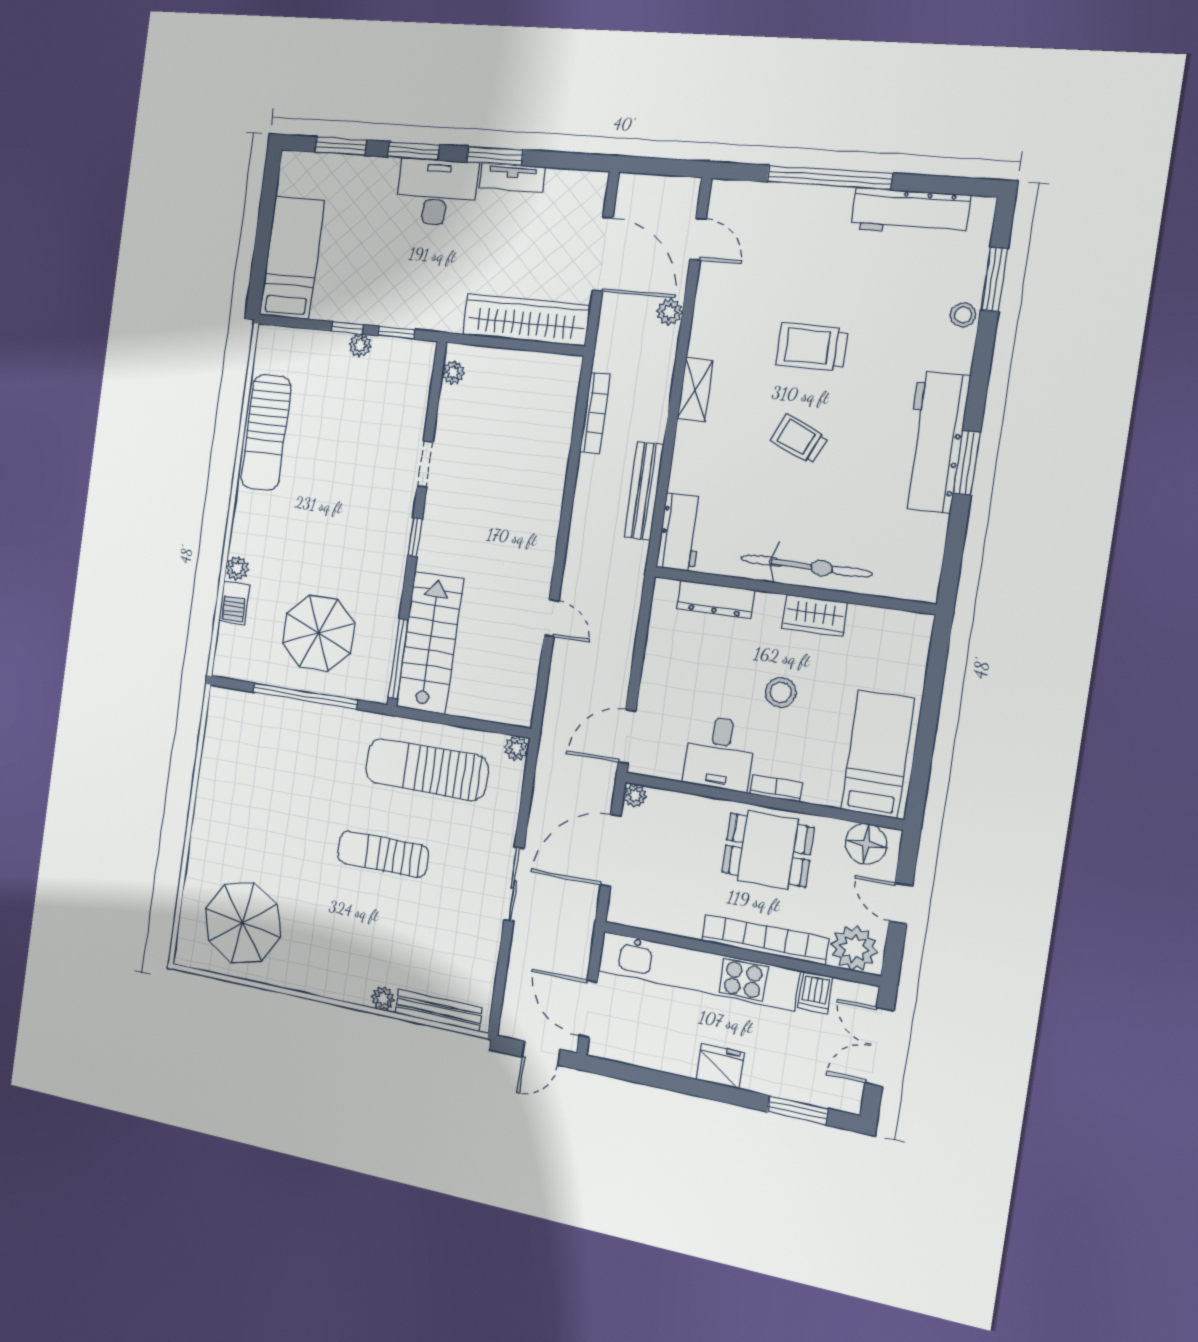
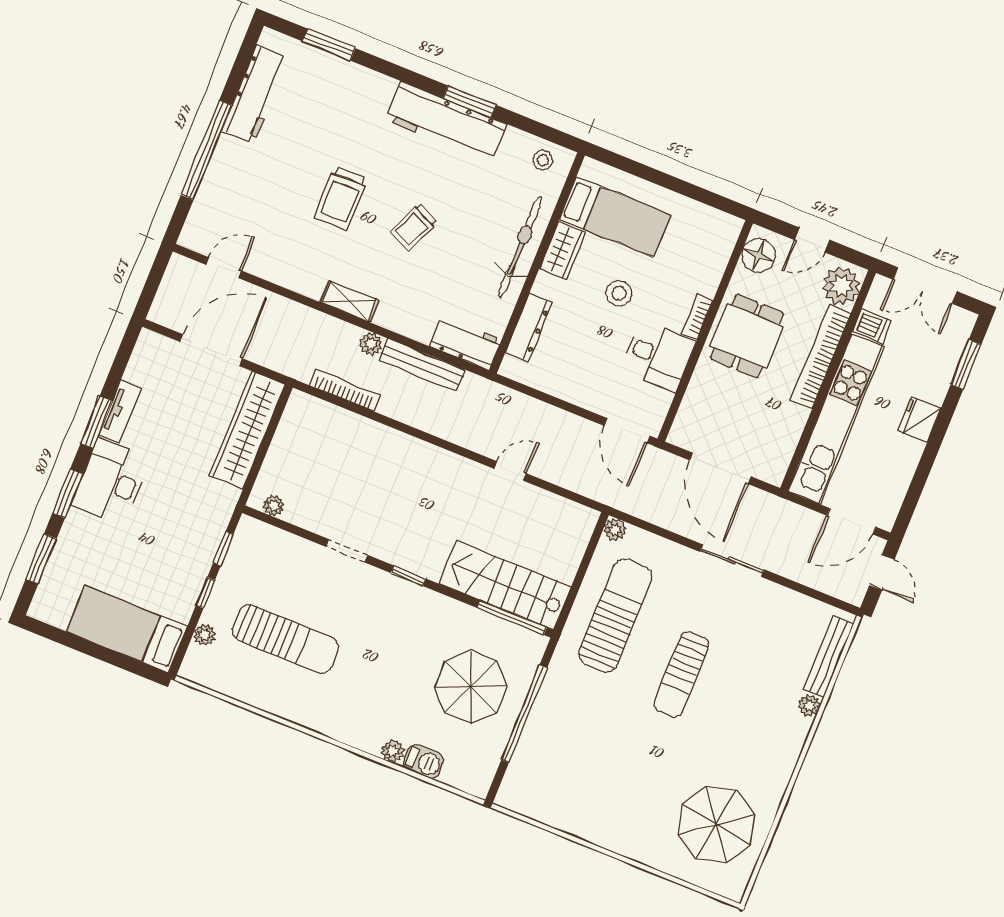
plant: (670, 312) -> (371, 344), moved
stool: (963, 315) -> (543, 160), moved
plant: (360, 345) -> (204, 635), moved
sun lounger: (266, 432) -> (285, 639), moved
bed: (878, 754) -> (615, 217), moved, turned 180
sun lounger: (427, 769) -> (615, 615), turned 180
plant: (635, 795) -> (678, 436), removed

